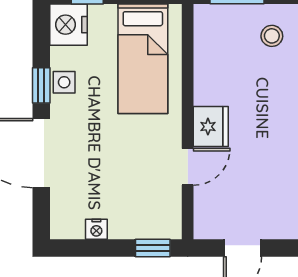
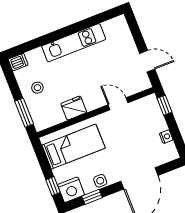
window: (41, 85) -> (92, 197), moved
fridge: (211, 127) -> (74, 108), moved

